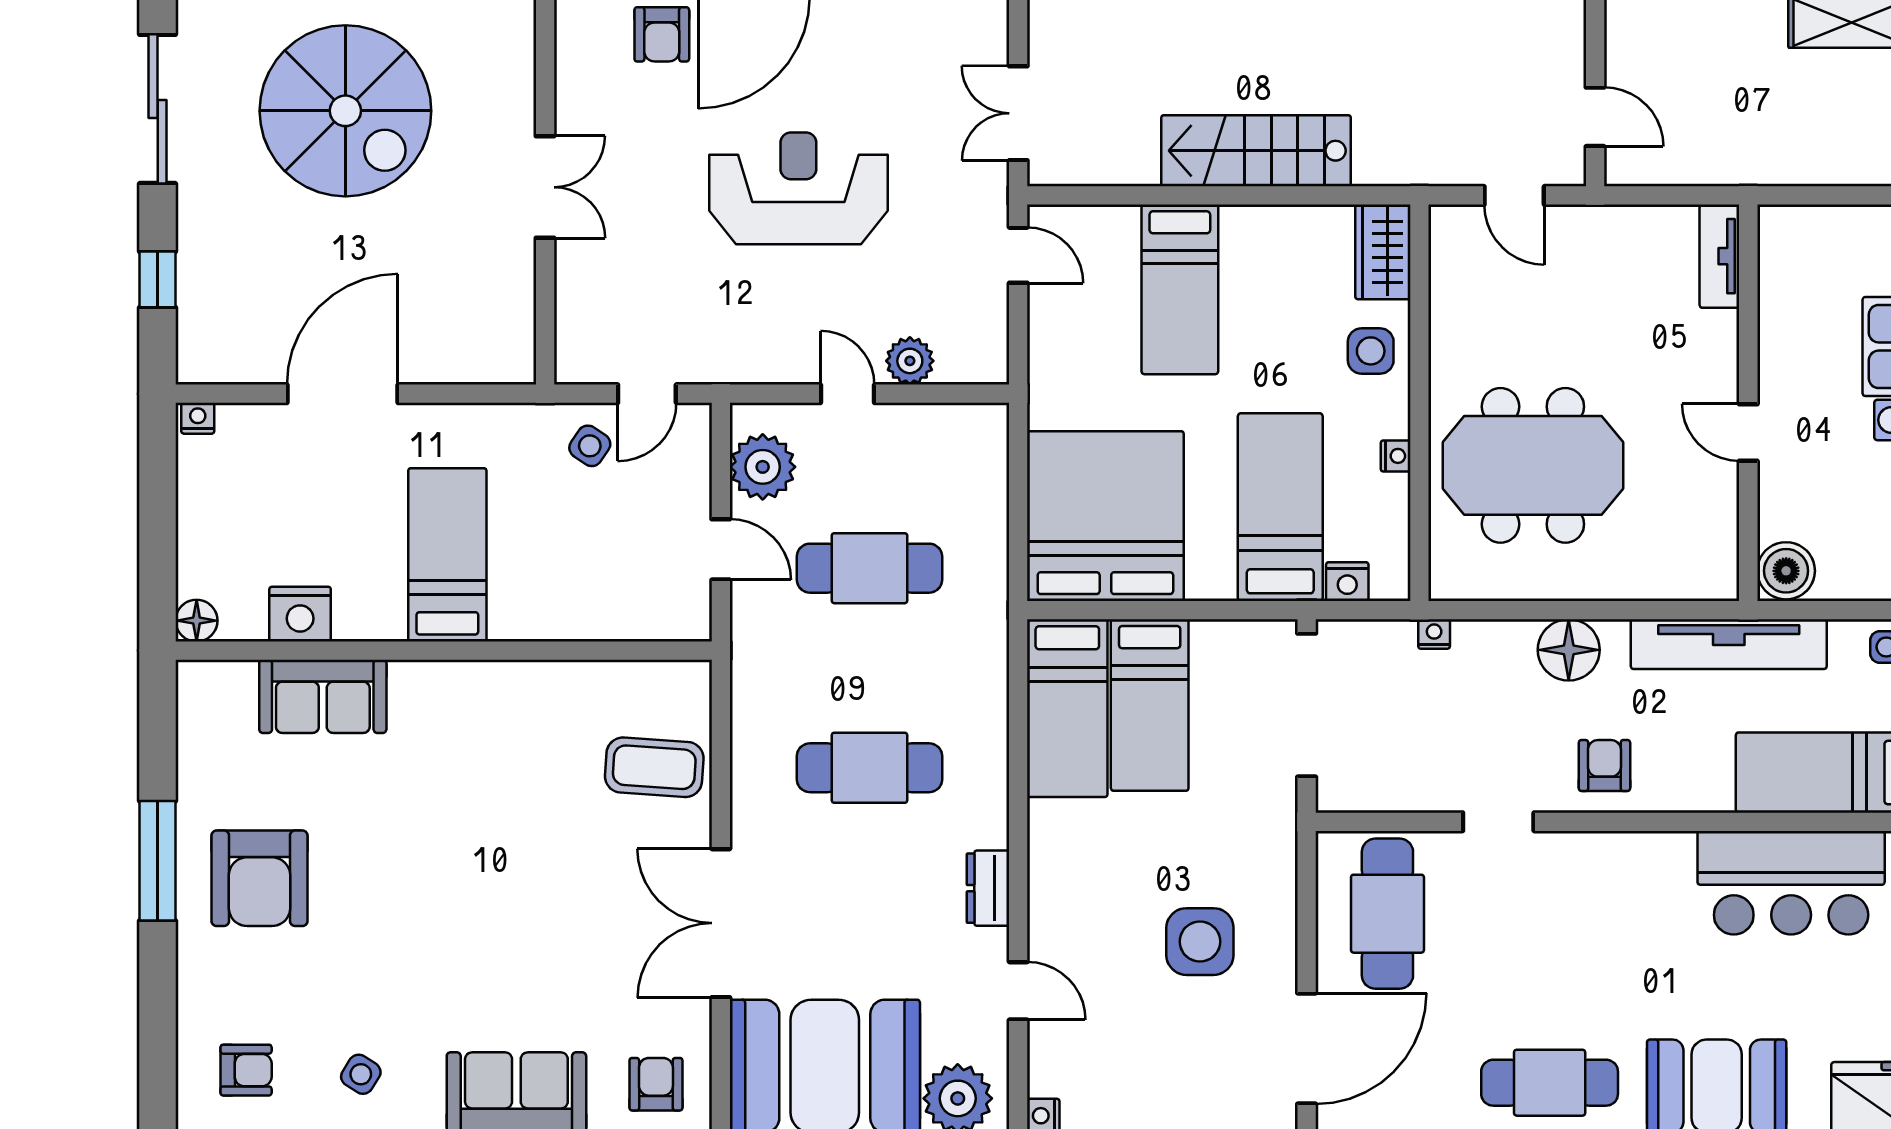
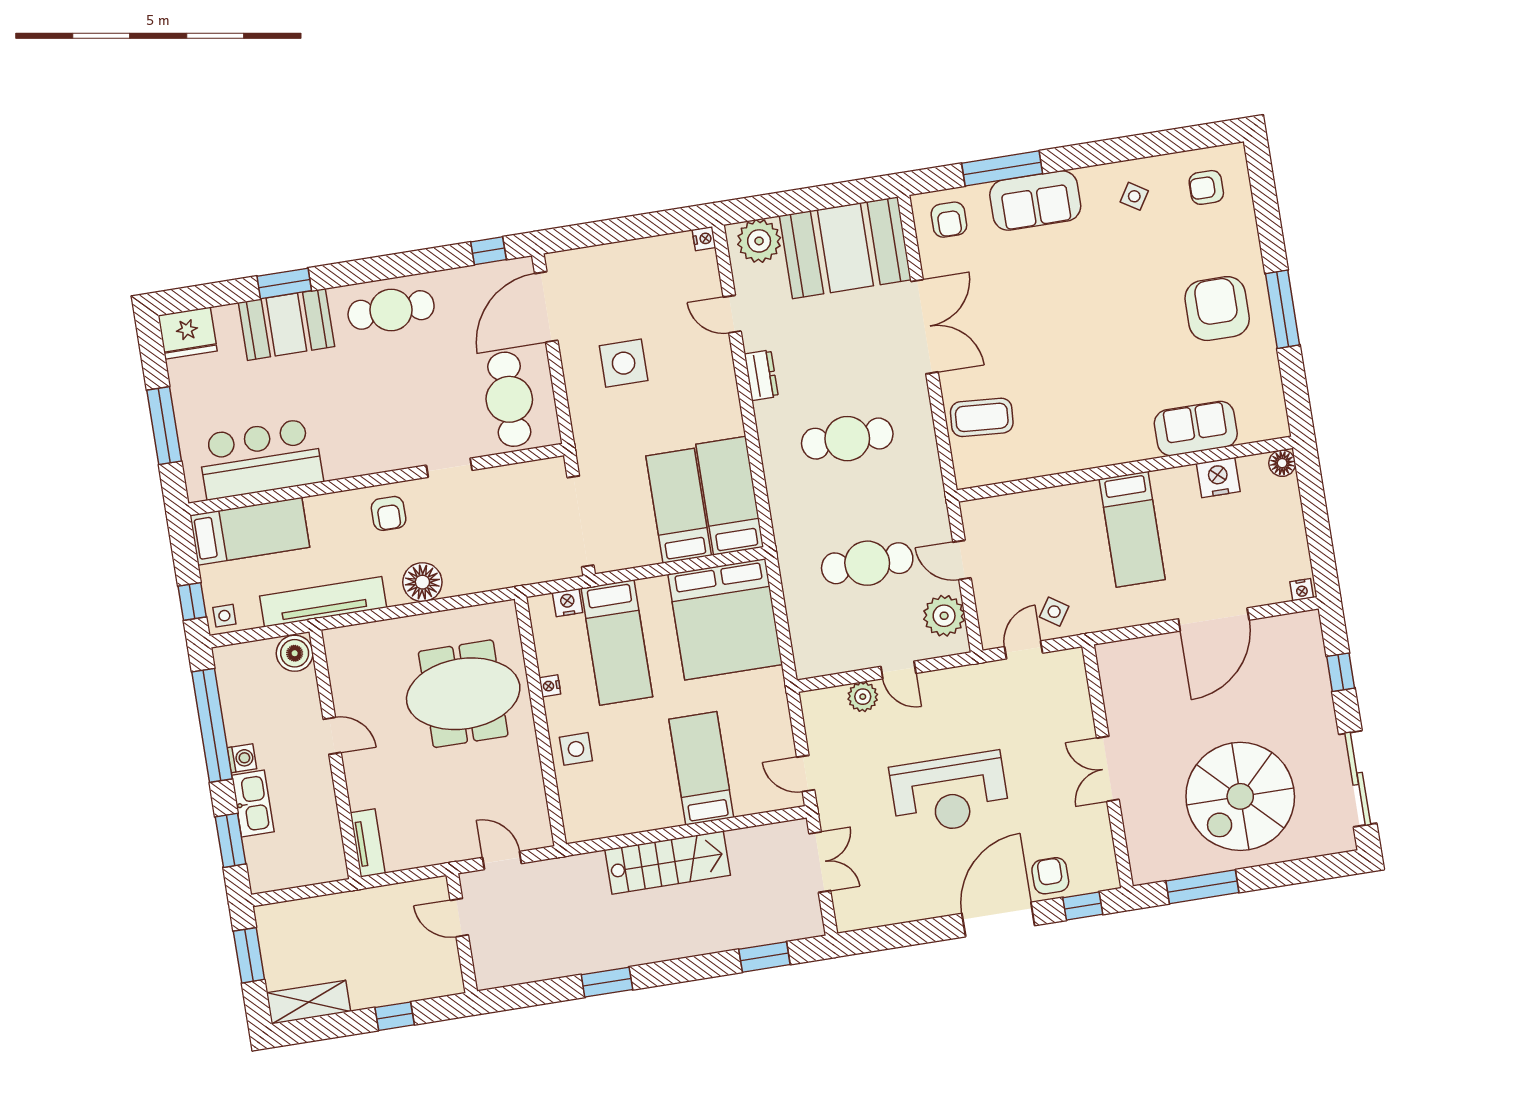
spiral stairs: (345, 111) -> (1240, 796), turned -90
wardrobe: (1383, 252) -> (578, 812), removed
nightstand: (1434, 634) -> (508, 579), removed

